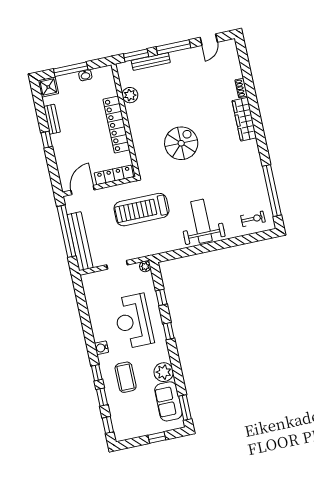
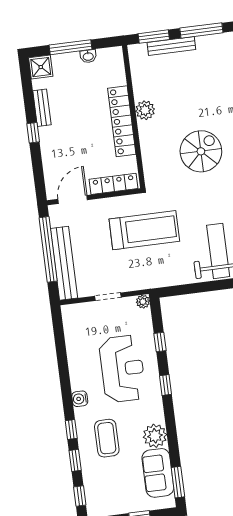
plant: (130, 95) -> (145, 110), moved
treadmill: (141, 210) -> (144, 230), turned 180
reception desk: (133, 321) -> (122, 369), turned 180

